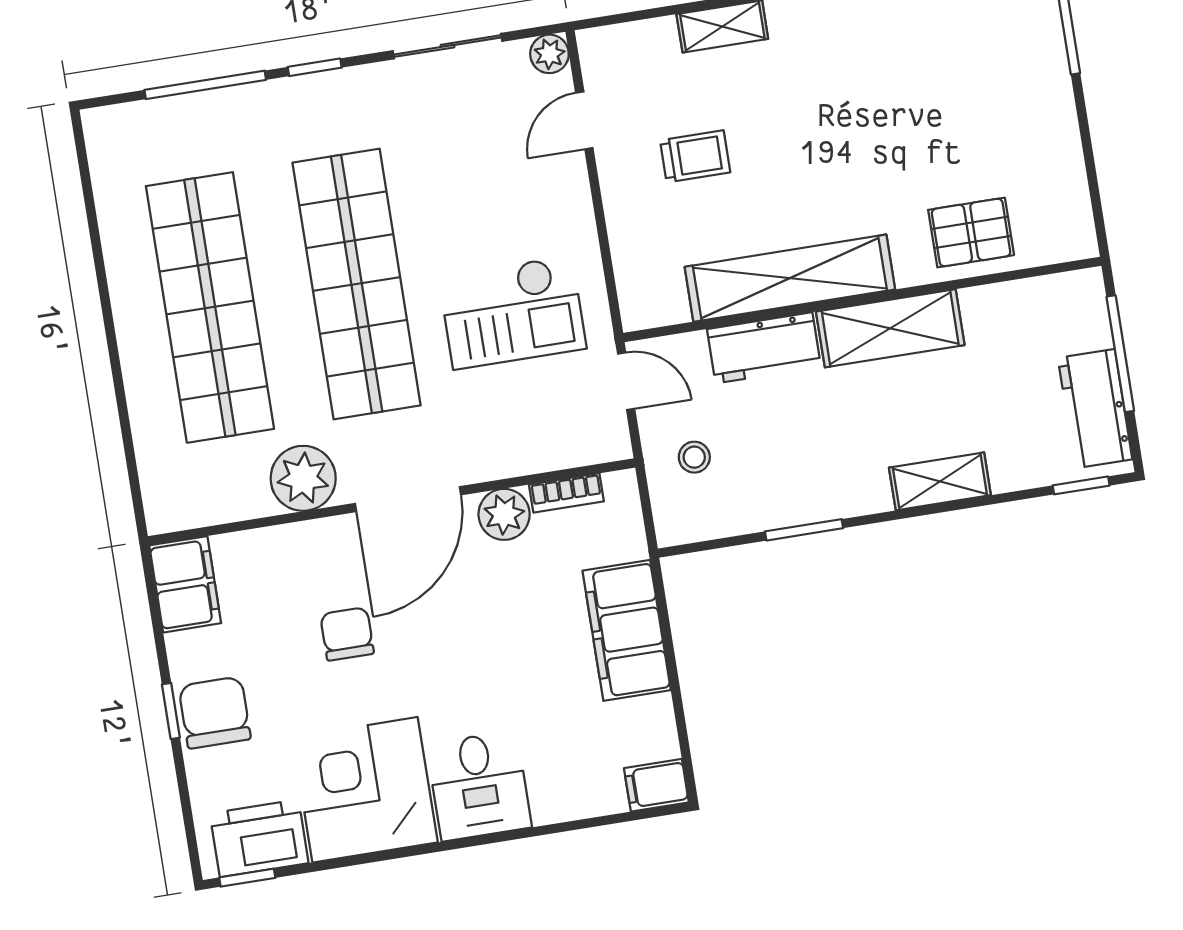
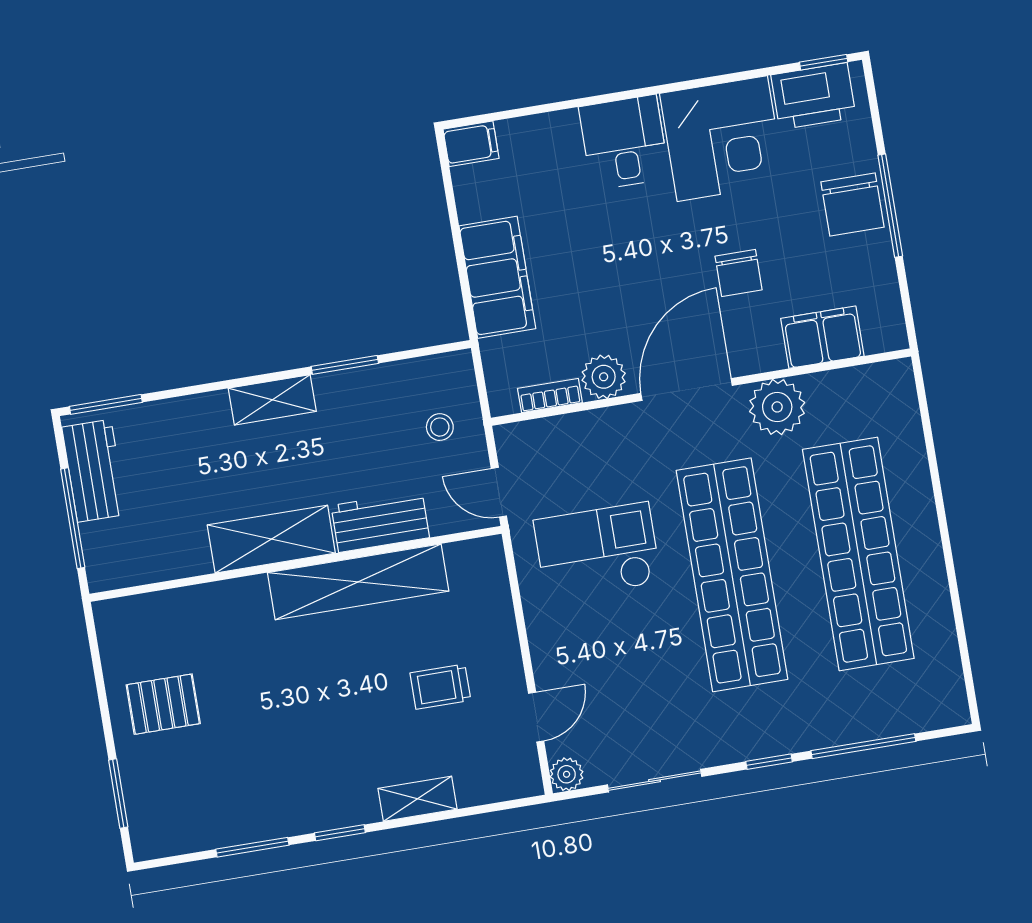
pallet: (971, 232) -> (163, 704), moved
shelving: (940, 481) -> (272, 400), moved
window: (1081, 485) -> (106, 404), width x1.50
filing cabinet: (185, 584) -> (822, 337), moved, turned 90
window: (171, 711) -> (890, 206), width x2.17

